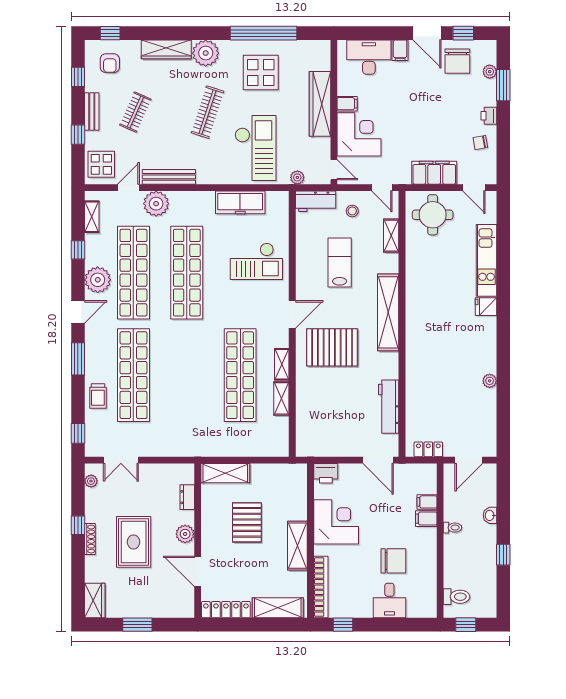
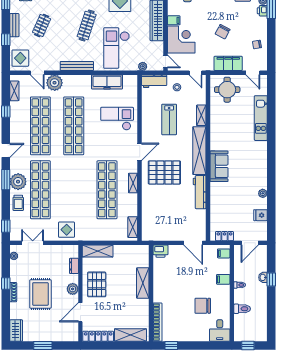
printer: (489, 116) -> (262, 11), moved
chair: (425, 122) -> (223, 32), added
checkout: (255, 148) -> (117, 48), turned 180
bench: (169, 177) -> (77, 66), moved
door: (128, 188) -> (37, 73), swing flipped
shelving: (391, 236) -> (201, 115), moved
checkout: (256, 261) -> (117, 119), turned 180
lab bench: (340, 262) -> (169, 119), turned 180
plant: (98, 280) -> (18, 182), moved
fridge: (486, 307) -> (260, 215), moved
sofa: (420, 337) -> (219, 166), added
shelving: (281, 398) -> (133, 227), moved
workbench: (389, 407) -> (200, 192), moved
display table: (175, 439) -> (67, 230), added
double door: (121, 460) -> (33, 243), swing flipped
filing cabinet: (427, 502) -> (224, 253), moved
pallet: (247, 522) -> (97, 284), moved
corner desk: (336, 522) -> (167, 281), removed
shelving: (297, 546) -> (143, 283), moved
window: (503, 555) -> (271, 279), moved
chair: (393, 561) -> (203, 306), turned 180
door: (198, 571) -> (80, 312), hinge flipped
toilet: (457, 597) -> (242, 309), moved
desk: (389, 601) -> (220, 331), moved

